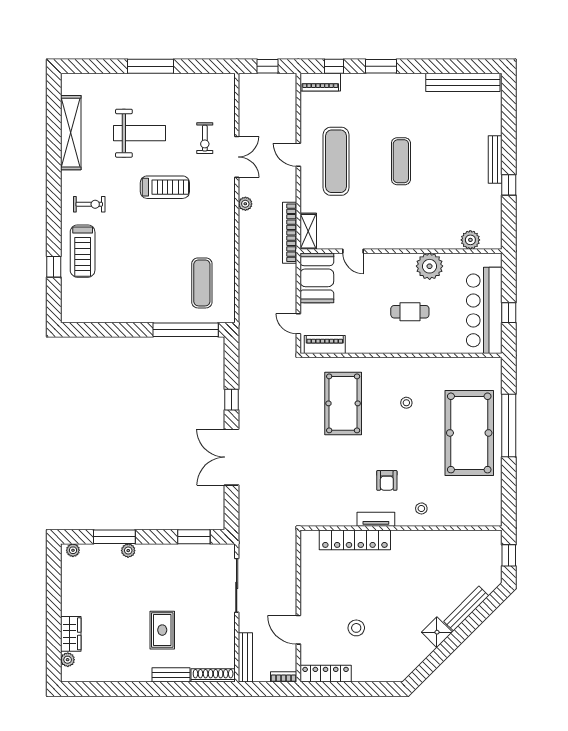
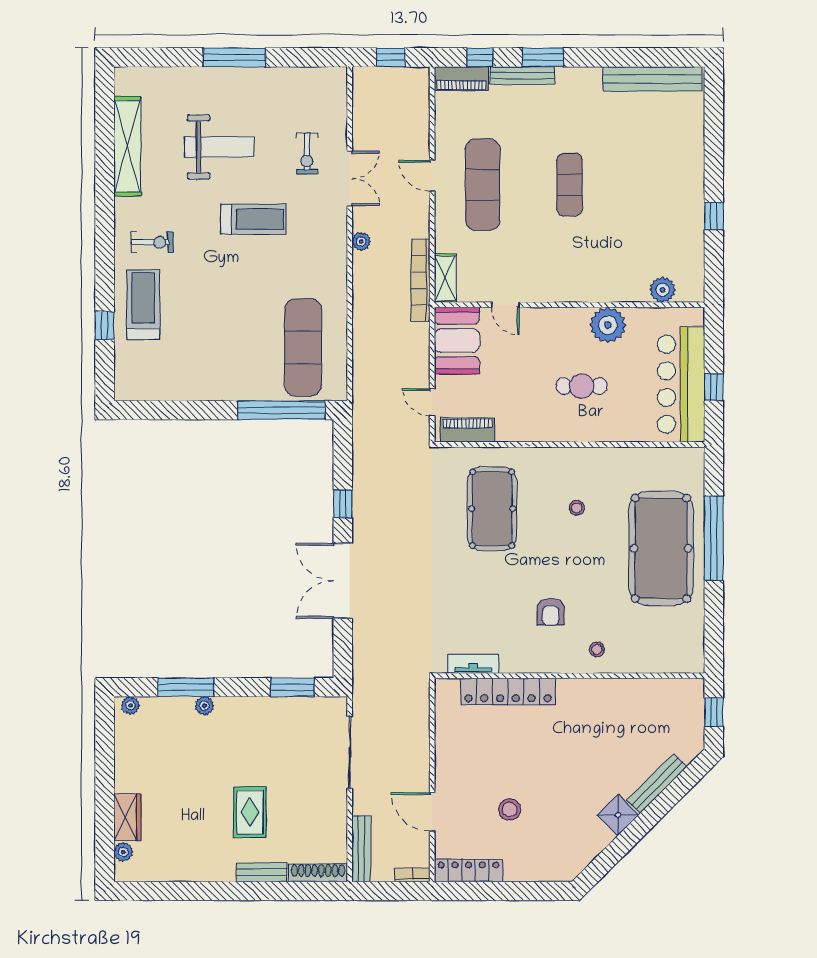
bench: (495, 159) -> (522, 76), moved, turned 90
treadmill: (83, 251) -> (143, 305), turned 180
exercise mat: (202, 283) -> (303, 347), width x1.36, depth x1.45
tv unit: (376, 519) -> (473, 664), moved

